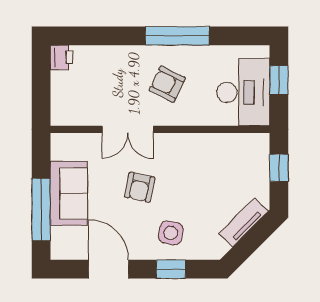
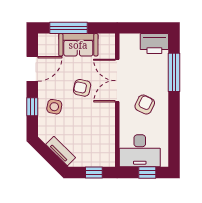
window: (177, 36) -> (174, 72), moved
printer: (62, 57) -> (154, 44), width x1.87, depth x1.48
double door: (128, 129) -> (117, 81), width x1.37

